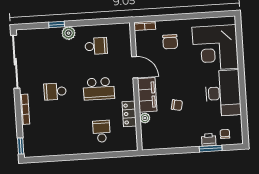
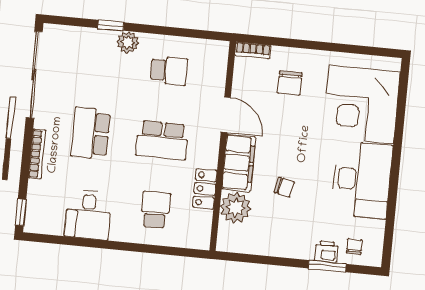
school desk: (55, 91) -> (91, 133), width x1.85
plant: (145, 118) -> (236, 208), width x1.87, depth x1.87
desk: (61, 141) -> (88, 215), added

